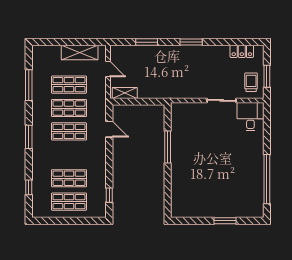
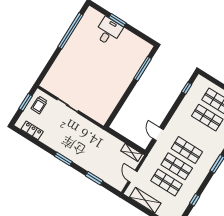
window: (29, 85) -> (195, 200), width x0.46
desk: (250, 117) -> (108, 31), moved, turned 180
window: (168, 147) -> (143, 69), moved

